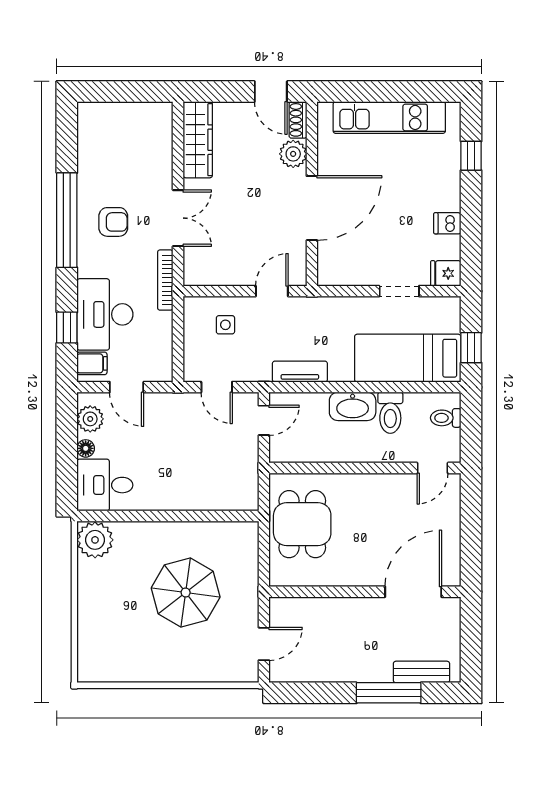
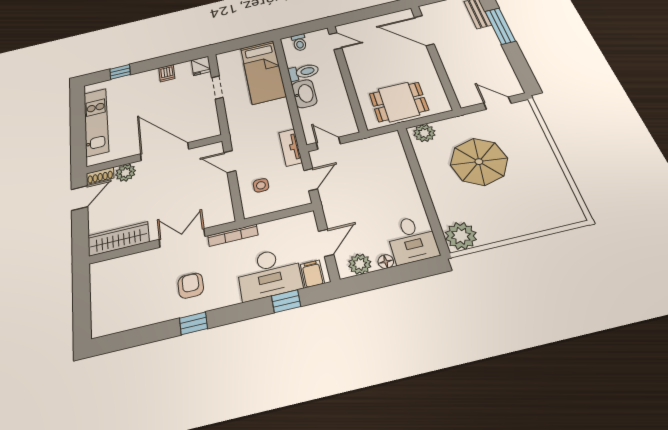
window: (67, 220) -> (193, 323), width x0.32
window: (471, 348) -> (249, 41), removed
tv unit: (300, 372) -> (290, 147), moved
plant: (245, 542) -> (424, 133), added

